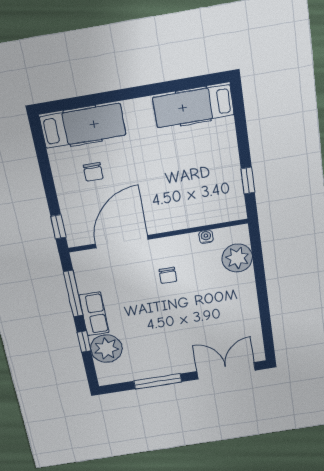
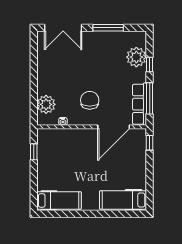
chair: (93, 172) -> (122, 172), removed
chair: (168, 275) -> (90, 100), width x1.87, depth x1.87
row of seats: (94, 314) -> (140, 104), moved, width x1.48

